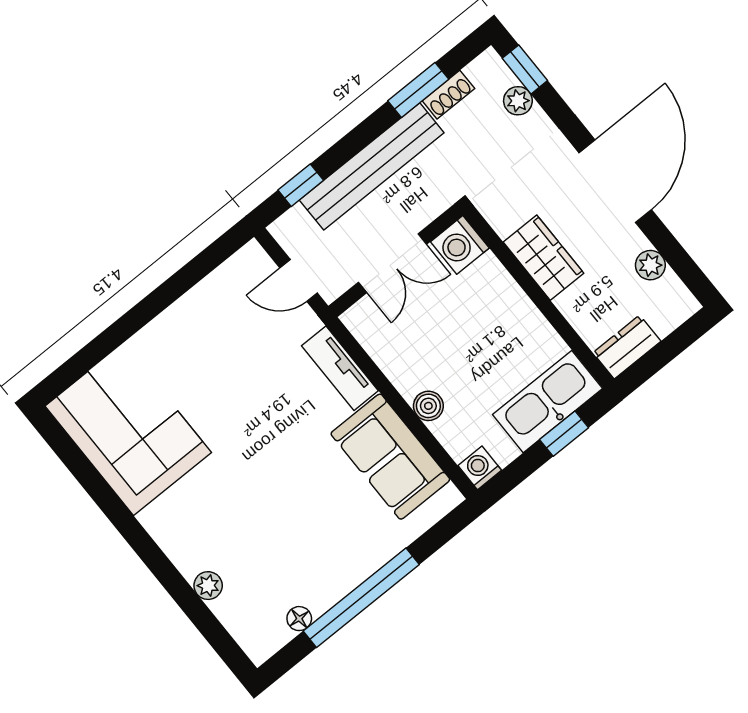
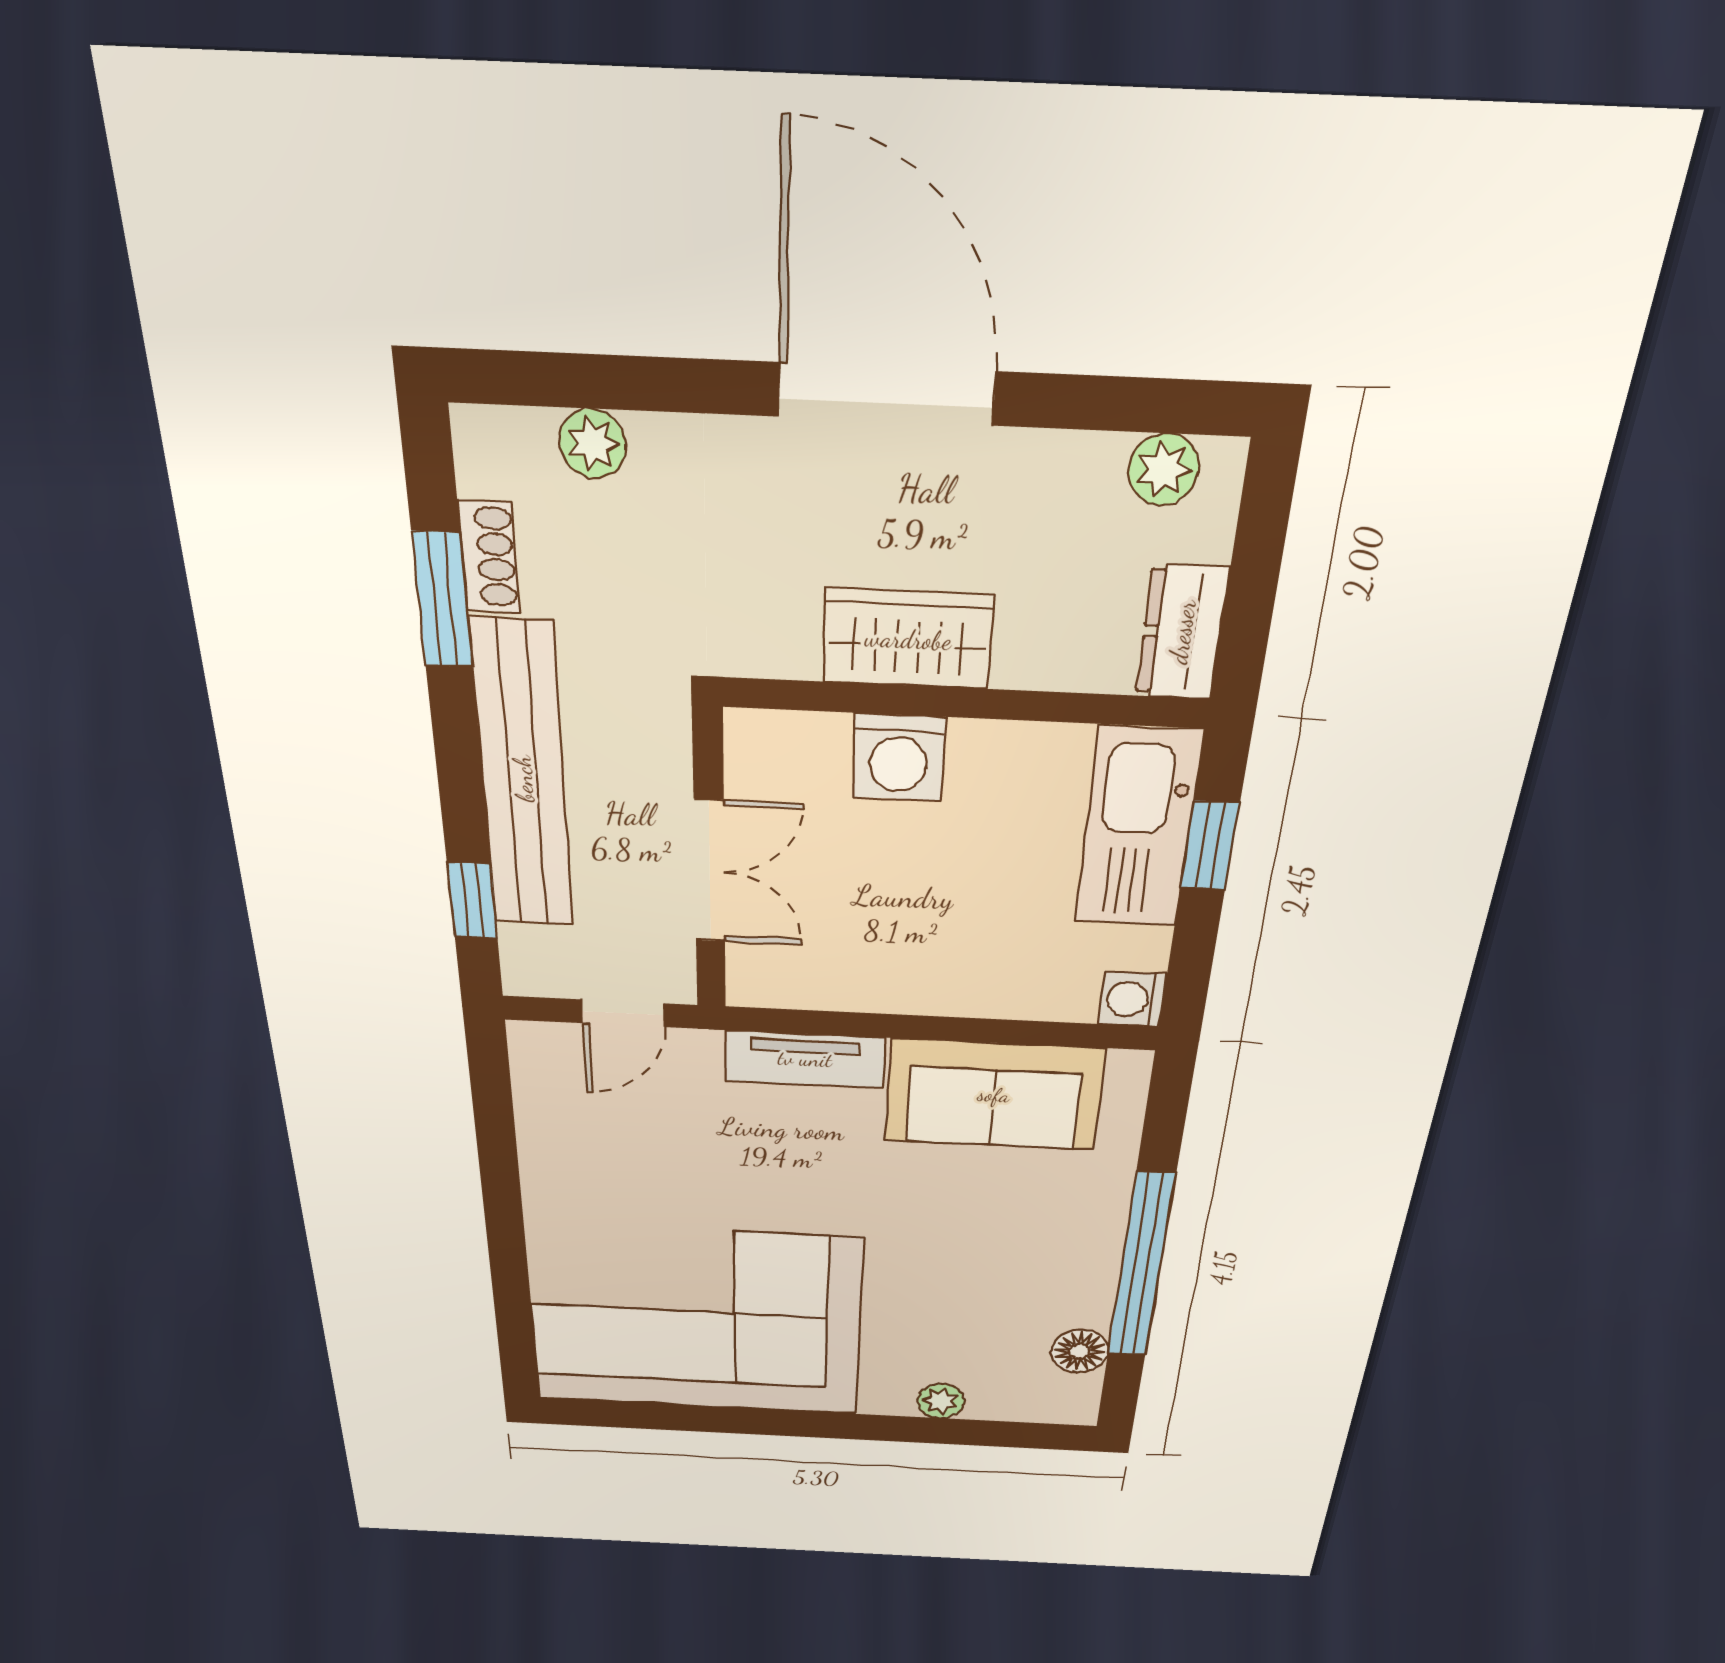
window: (525, 69) -> (542, 379), removed
washing machine: (460, 245) -> (898, 757), moved
plant: (650, 265) -> (1164, 470), moved
boiler: (428, 406) -> (973, 993), removed
corner sofa: (128, 429) -> (696, 1321), width x1.36, depth x1.36
floor lamp: (299, 619) -> (1080, 1351), width x1.37, depth x1.37

